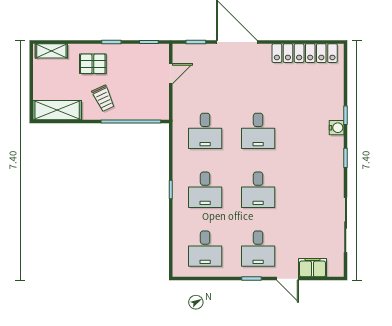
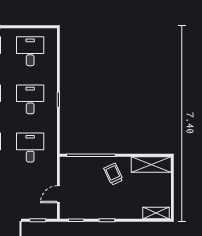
pallet: (93, 64) -> (122, 202), removed

